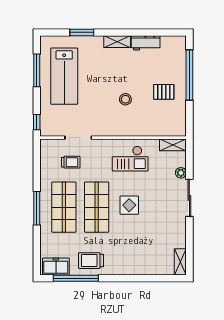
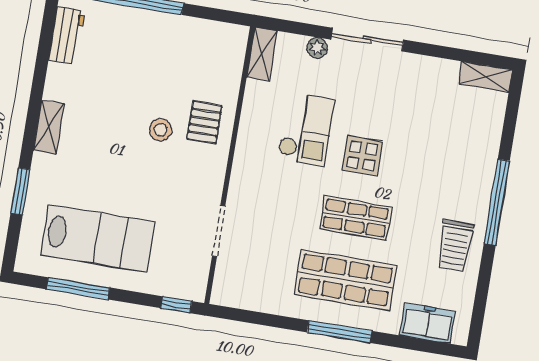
workbench: (146, 43) -> (67, 36), moved
pallet: (164, 92) -> (204, 122), moved
checkout: (130, 159) -> (306, 129), moved
trolley: (71, 162) -> (263, 253), removed
shop shelf: (97, 207) -> (356, 218), width x0.70, depth x0.74
freezer: (56, 267) -> (427, 323), moved, turned 90
window: (76, 278) -> (497, 202), moved

